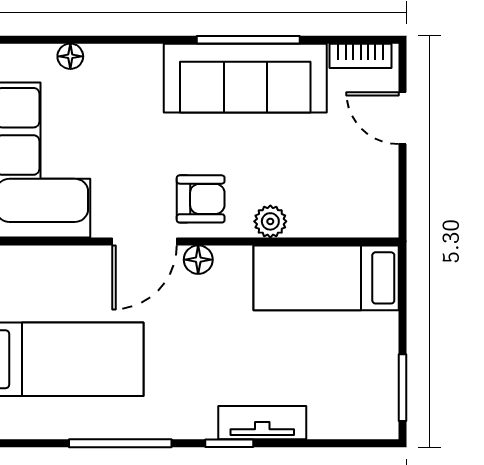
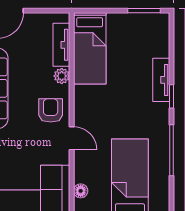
tv unit: (333, 221) -> (61, 45), added
door: (144, 241) -> (72, 138), width x0.73
floor lamp: (198, 260) -> (81, 191), moved

